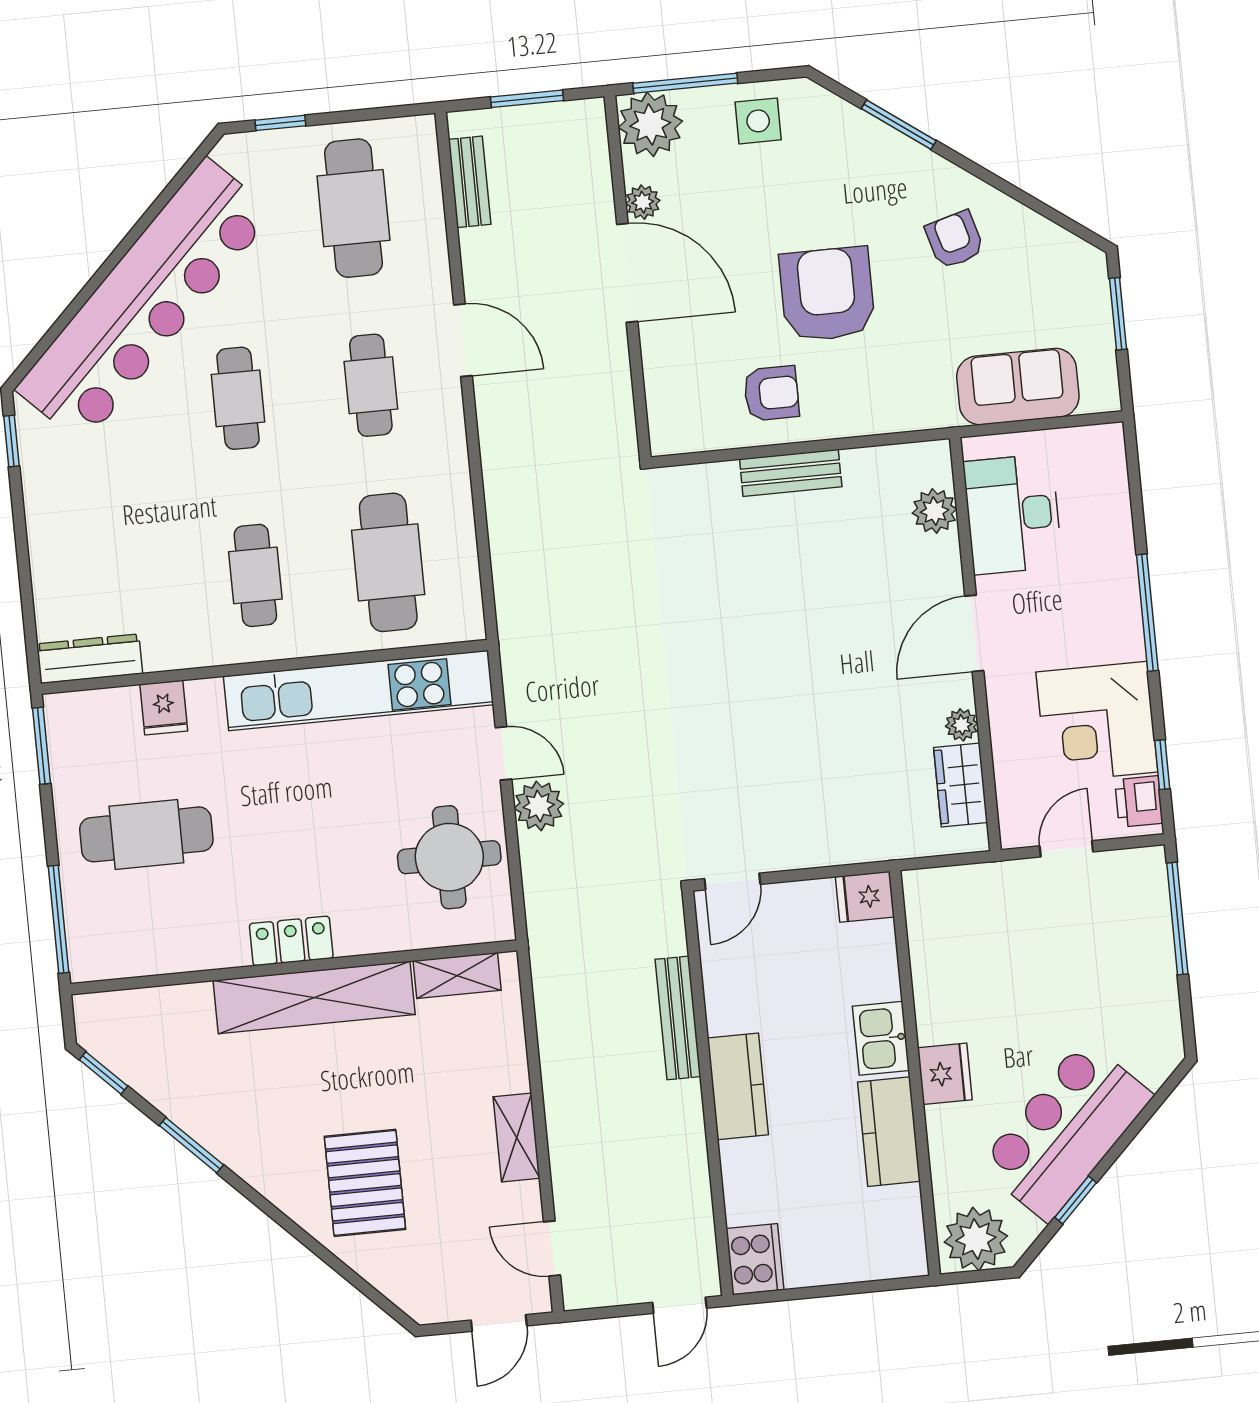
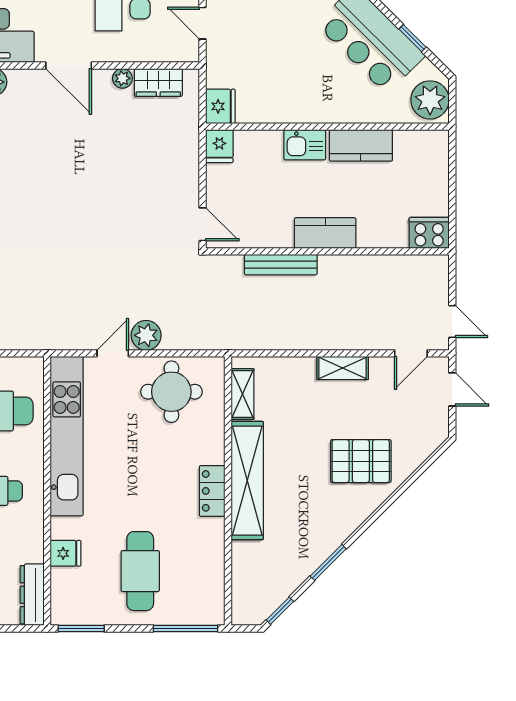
fridge: (945, 1074) -> (220, 106), moved, turned 90
door: (679, 1305) -> (452, 322), moved

